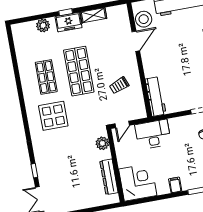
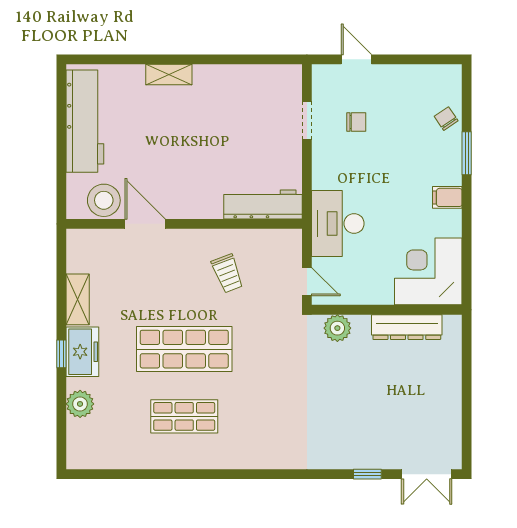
display table: (53, 116) -> (265, 416), removed

